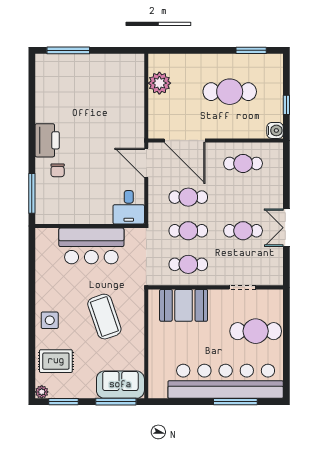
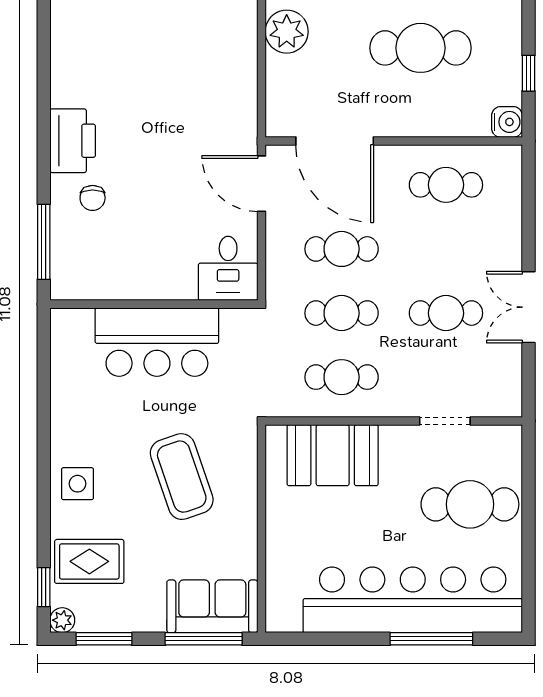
window: (32, 375) -> (44, 587), added

